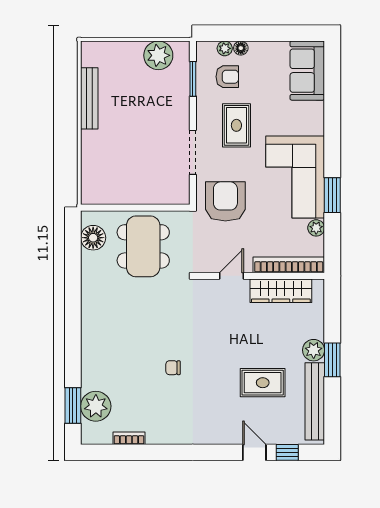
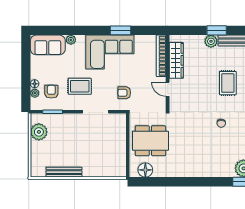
armchair: (225, 201) -> (124, 93), width x0.53, depth x0.53
plant: (316, 228) -> (71, 40), moved
rug: (263, 383) -> (228, 83), moved

